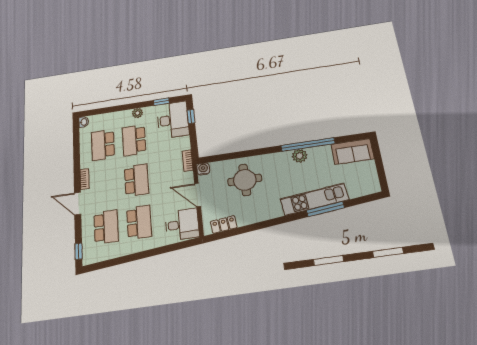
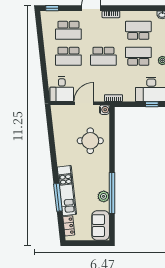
plant: (300, 156) -> (104, 196), moved
locker: (224, 224) -> (69, 226), moved

